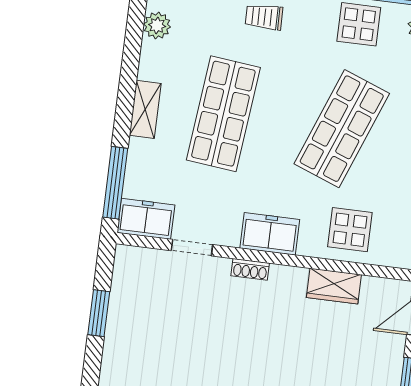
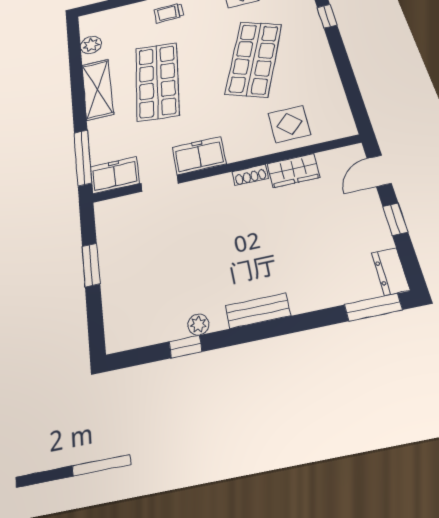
shelving: (145, 109) -> (98, 89), width x1.50, depth x1.33
freezer: (270, 234) -> (199, 155), moved
shoe rack: (250, 269) -> (250, 175), moved

